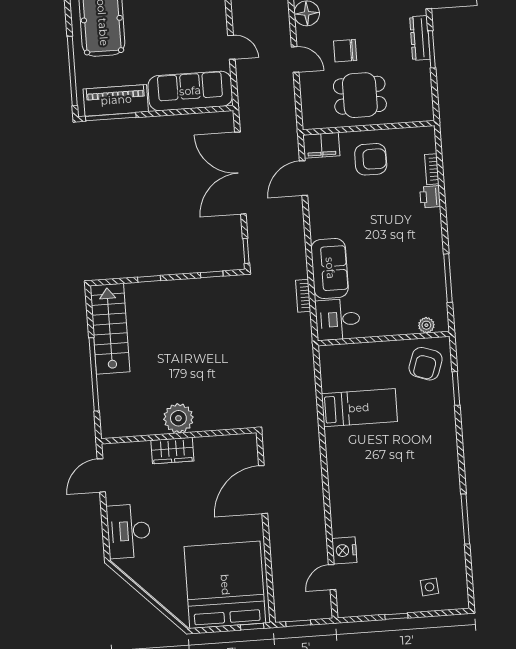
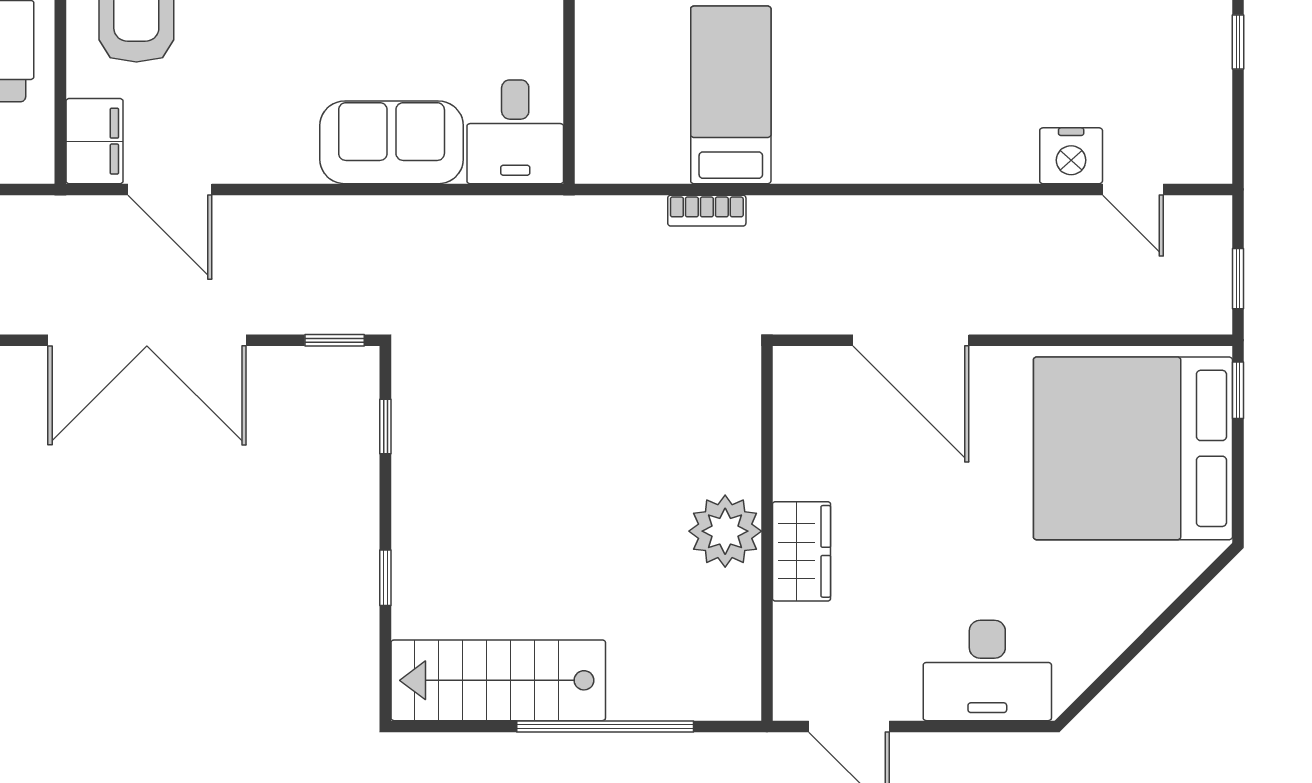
bookcase: (303, 296) -> (707, 211), moved

